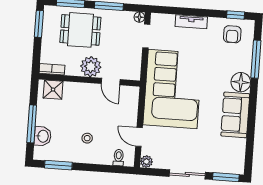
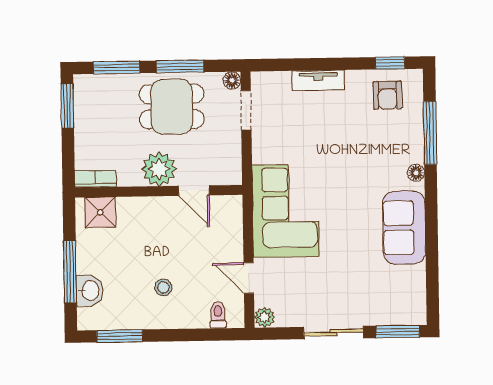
dining table: (80, 30) -> (172, 107), moved
floor lamp: (241, 82) -> (416, 173), width x0.53, depth x0.53
corner sofa: (173, 89) -> (285, 211), width x0.73, depth x0.74

